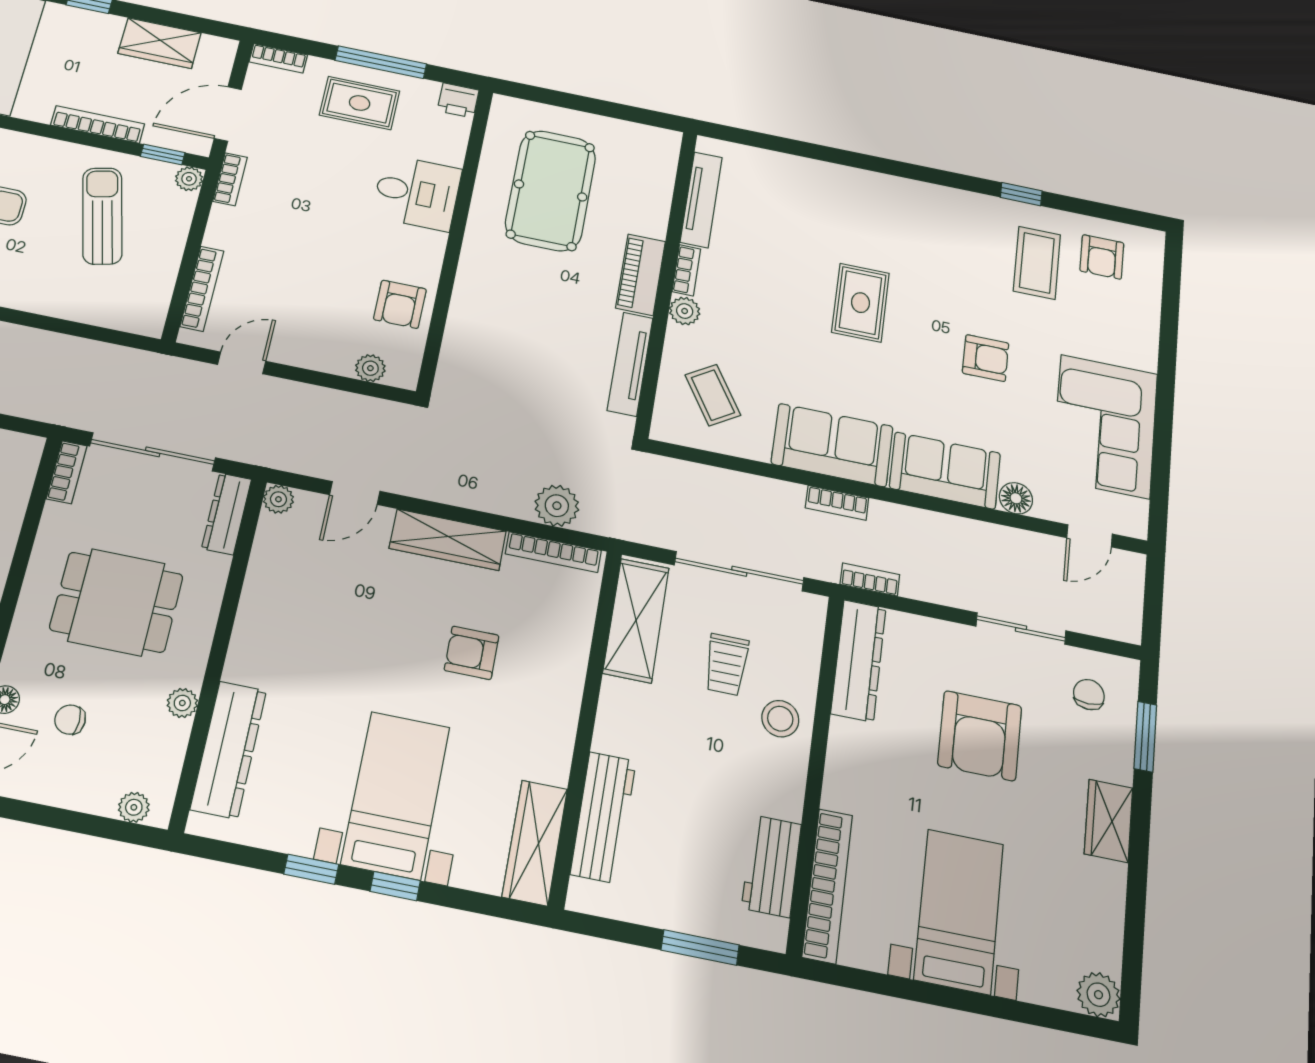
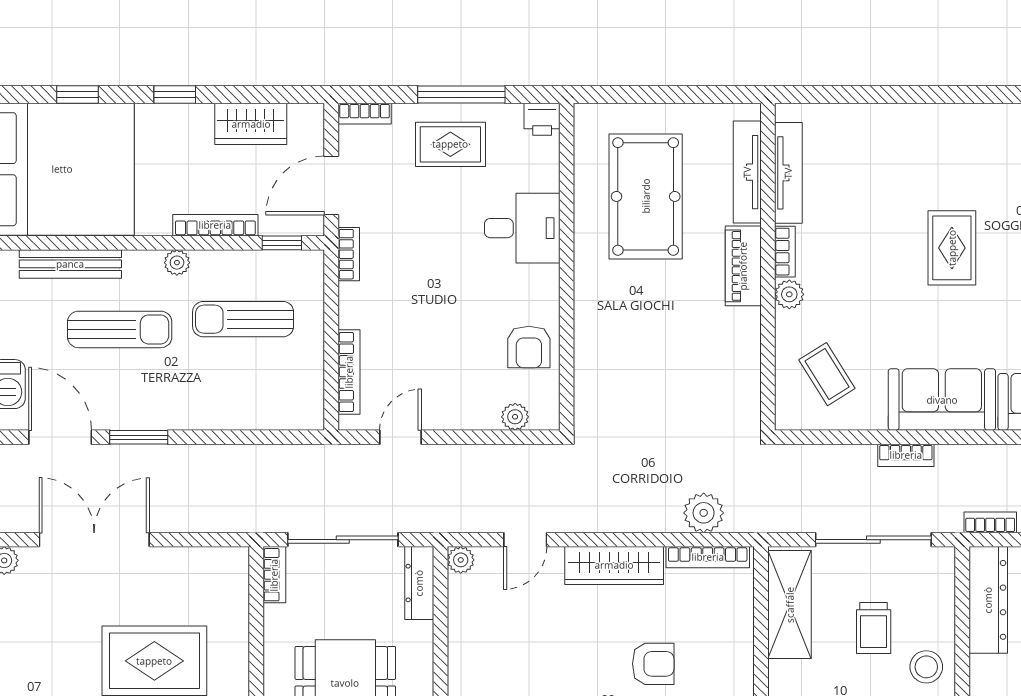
plant: (189, 179) -> (177, 263), moved
sun lounger: (102, 216) -> (243, 319), turned -76
tv unit: (630, 364) -> (747, 172), moved
bookcase: (837, 503) -> (906, 455), moved
armchair: (472, 653) -> (653, 664), turned 180

